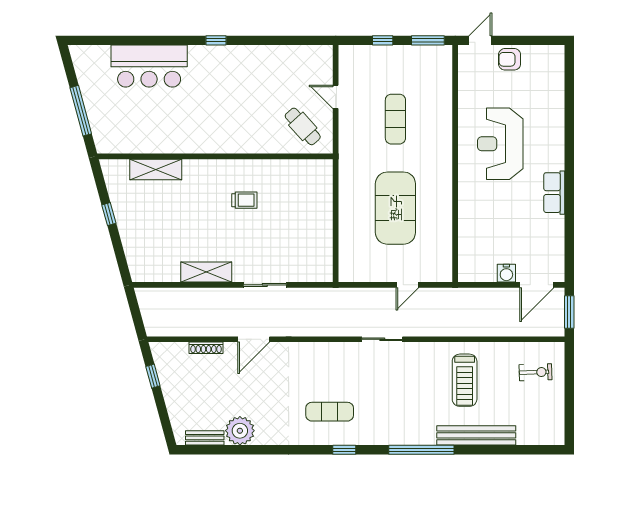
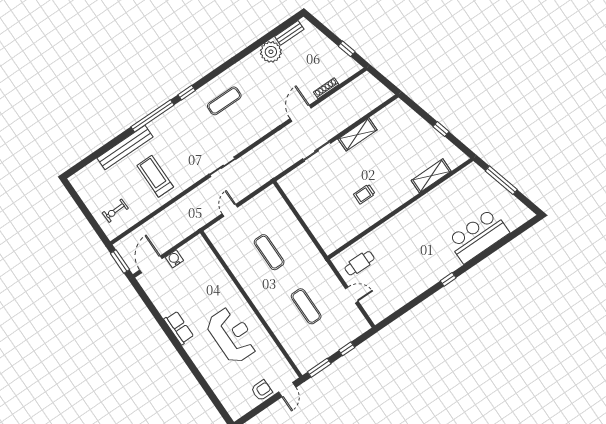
cafe table: (303, 126) -> (359, 263), turned -48
exercise mat: (395, 208) -> (269, 252), width x0.50, depth x0.69
window: (344, 450) -> (187, 93), moved

